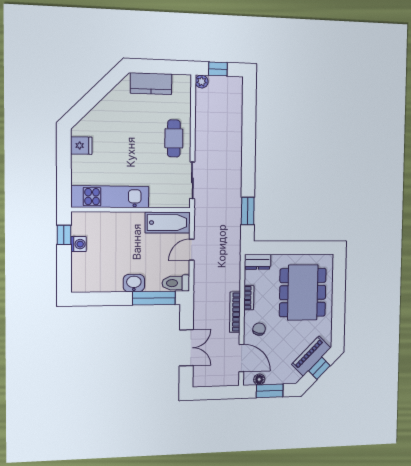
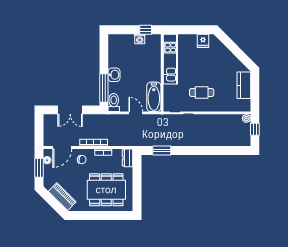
cafe table: (174, 138) -> (202, 92), moved
window: (319, 368) -> (53, 203), removed

